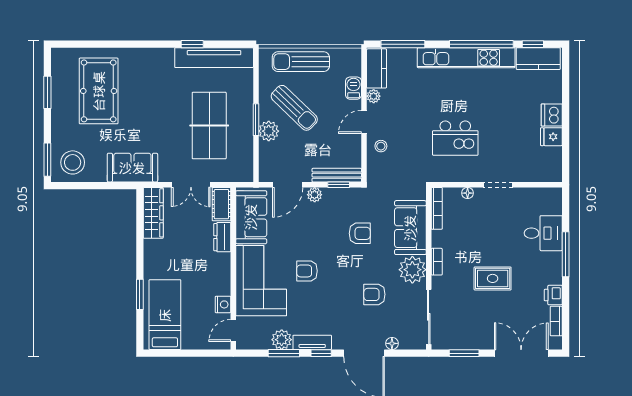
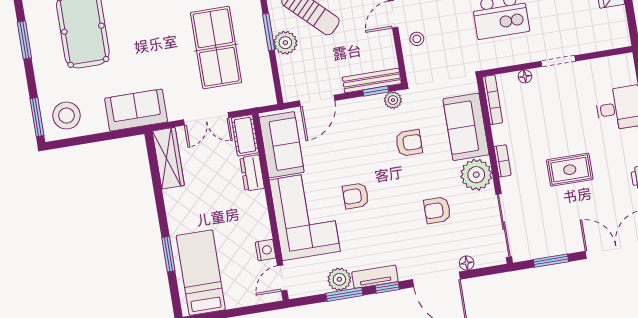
plant: (315, 195) -> (393, 100), moved

